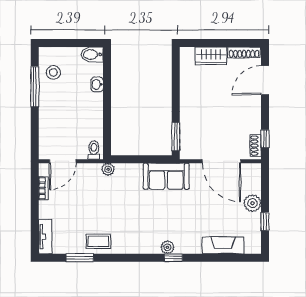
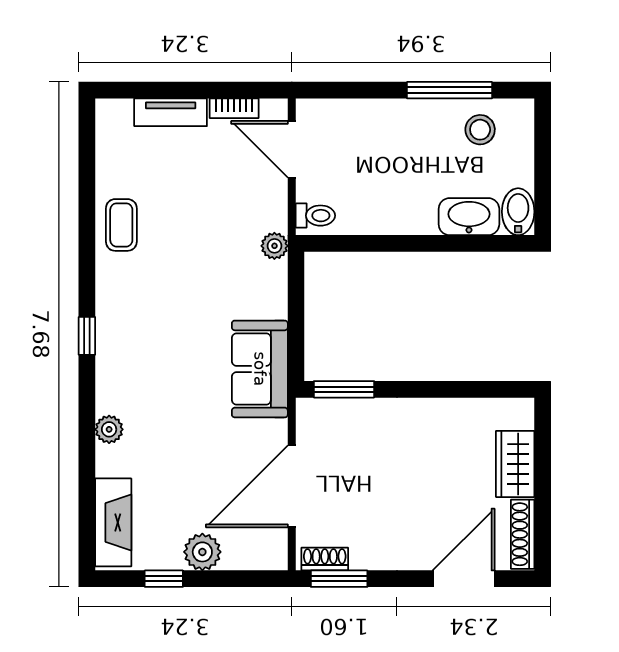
door: (265, 80) -> (464, 579), hinge flipped
washbasin: (97, 84) -> (469, 217), width x1.91, depth x1.45
window: (265, 139) -> (339, 579), width x1.50
tv unit: (45, 237) -> (171, 112), moved
fireplace: (223, 245) -> (113, 522), moved
plant: (167, 247) -> (109, 429), moved
window: (80, 258) -> (87, 186), removed
window: (173, 258) -> (87, 336), moved

